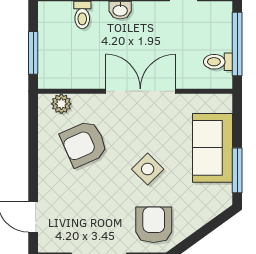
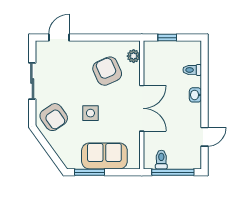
window: (33, 53) -> (167, 38), width x0.67
side table: (148, 169) -> (90, 113), turned 45
armchair: (154, 225) -> (54, 117), turned 55

